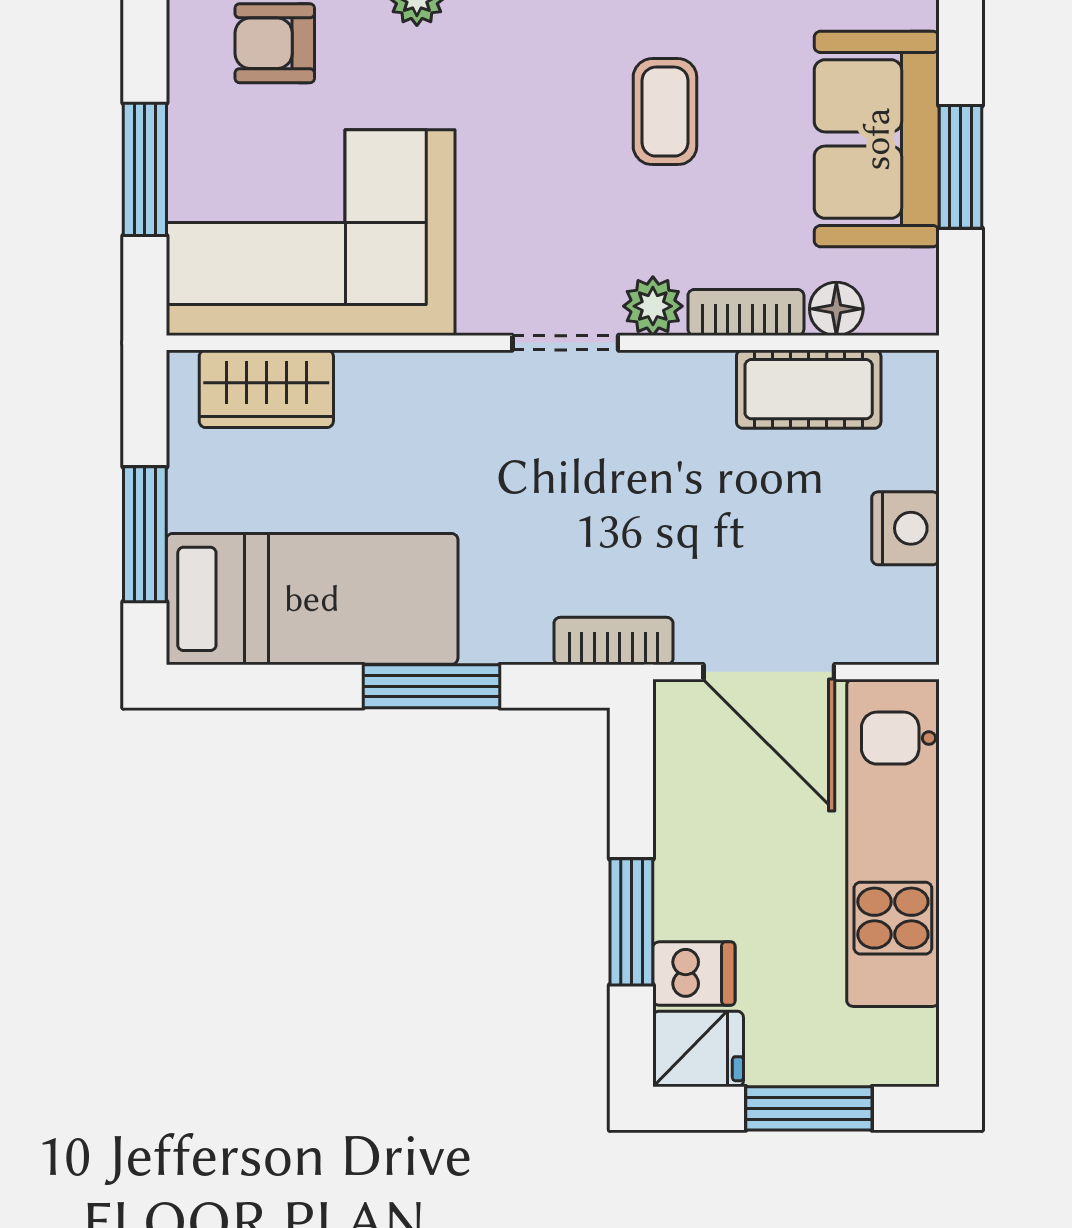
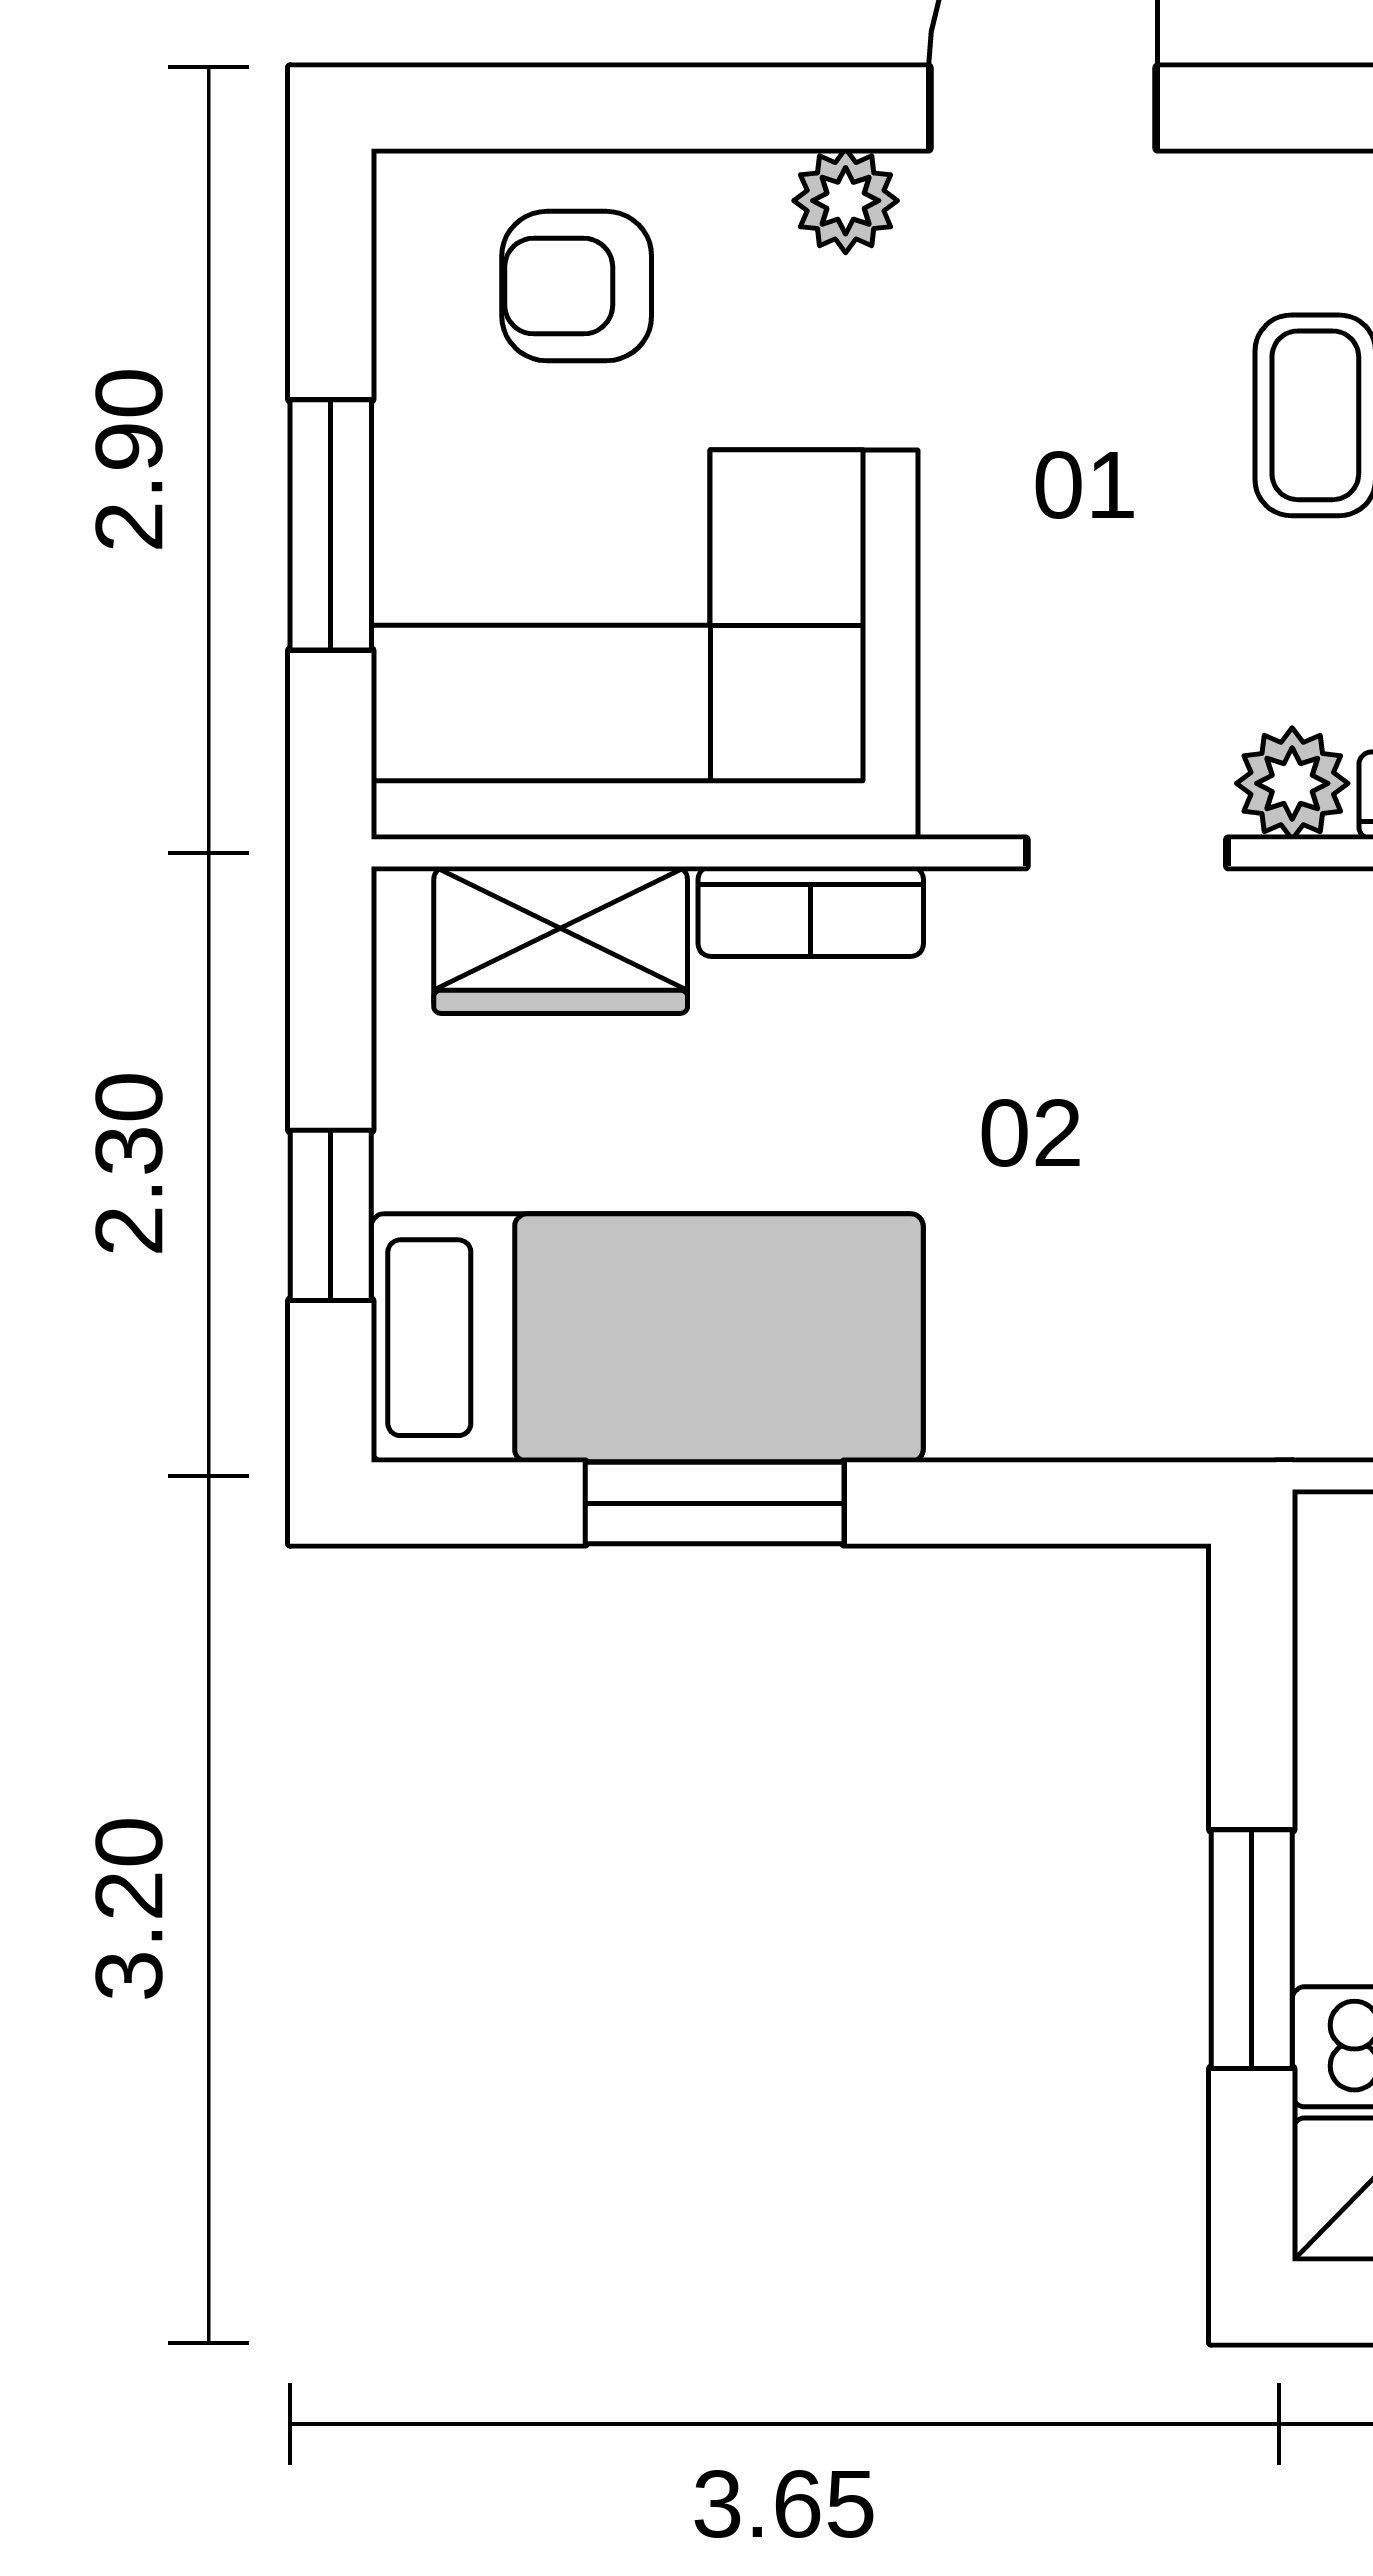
window: (145, 534) -> (331, 1215), width x0.67
bookcase: (613, 641) -> (811, 912), moved, turned 180
window: (431, 686) -> (715, 1503), moved

